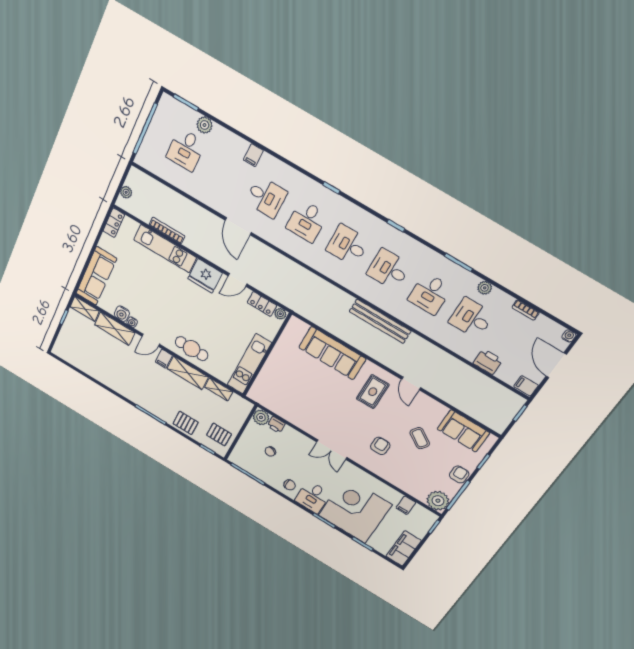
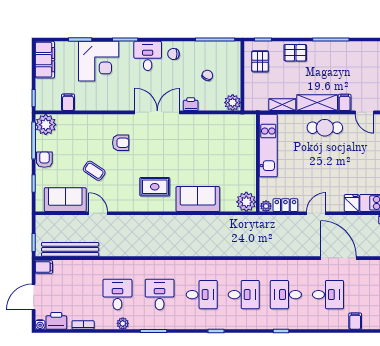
desk: (266, 197) -> (328, 295), turned 180
desk: (307, 221) -> (286, 295), turned -90
door: (238, 226) -> (338, 258), width x1.36
fridge: (205, 276) -> (352, 203), width x0.53, depth x0.75
desk: (471, 318) -> (117, 295), turned -90
bench: (380, 321) -> (70, 249), moved
plant: (296, 328) -> (246, 202), added
door: (151, 340) -> (364, 112), swing flipped
sofa: (332, 353) -> (198, 199), width x0.73
printer: (488, 362) -> (56, 321), moved, turned 180
door: (556, 365) -> (34, 297), swing flipped
door: (411, 383) -> (98, 213), moved
rug: (373, 392) -> (155, 187), turned 90
printer: (276, 425) -> (191, 104), moved
pallet: (219, 435) -> (260, 61), turned 90
armchair: (380, 446) -> (121, 143), turned -90
double door: (332, 450) -> (157, 112), width x1.37
armchair: (459, 474) -> (44, 160), turned 180
corner desk: (355, 510) -> (99, 61), width x0.74, depth x0.74

